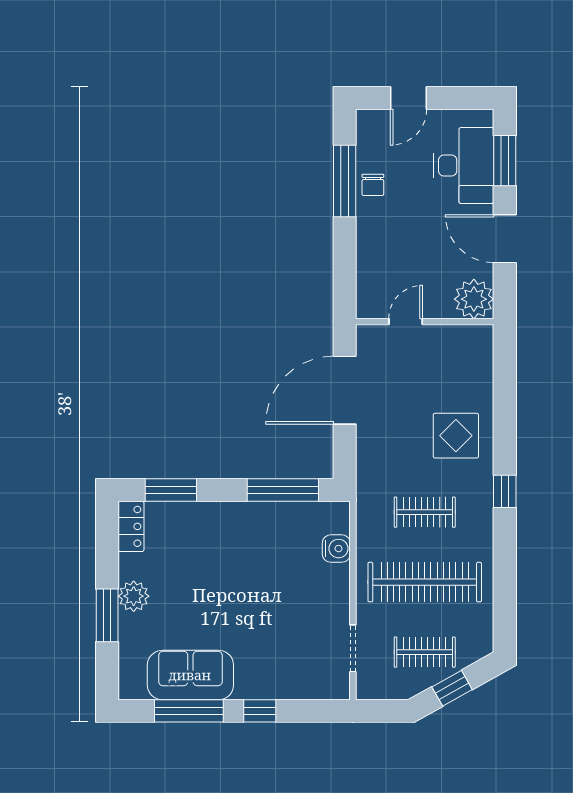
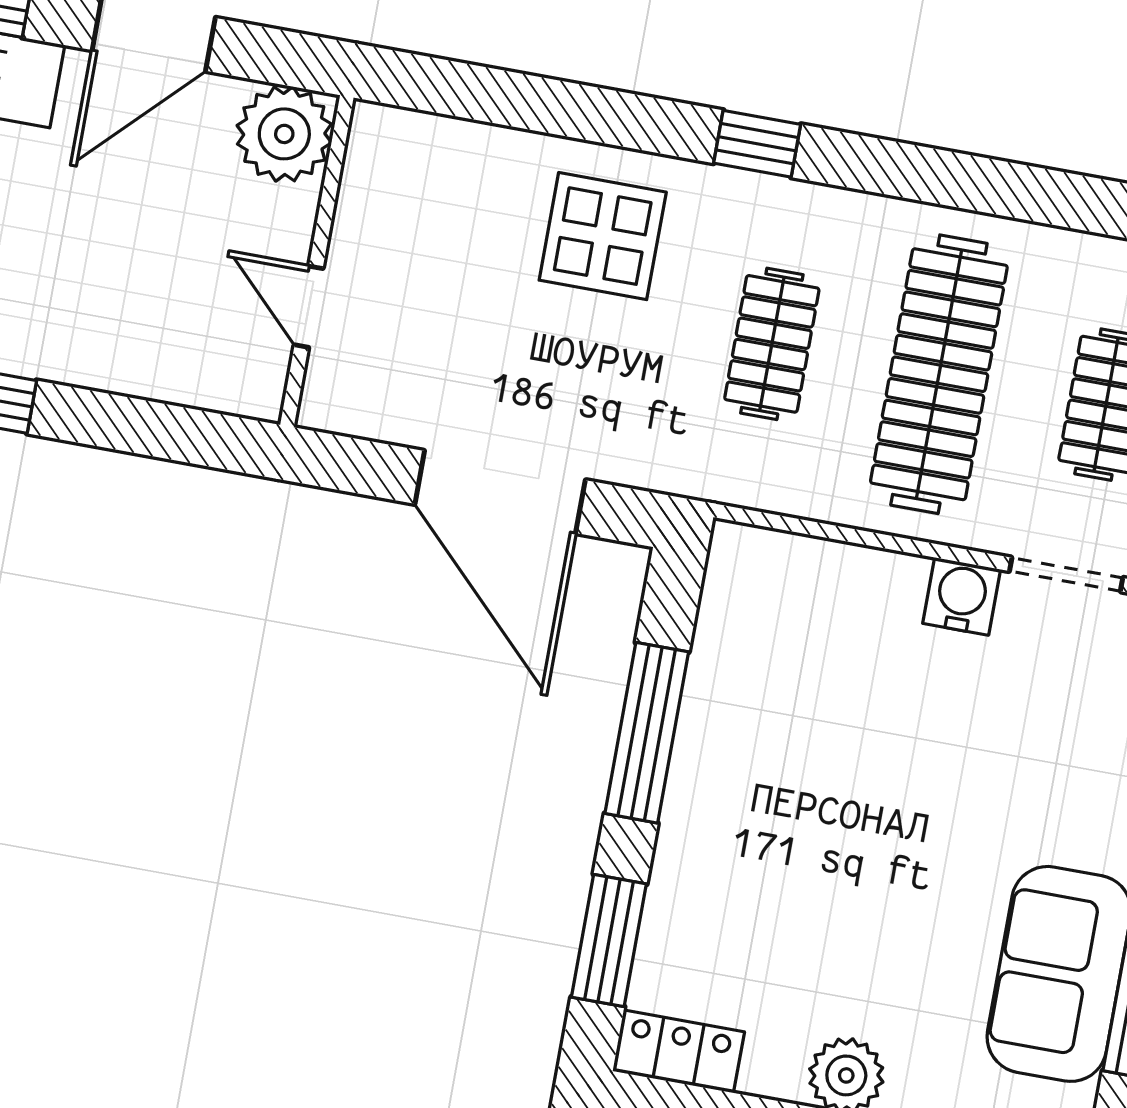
door: (345, 390) -> (500, 492), moved
window: (283, 490) -> (647, 733), moved
water cooler: (336, 549) -> (962, 596), moved

